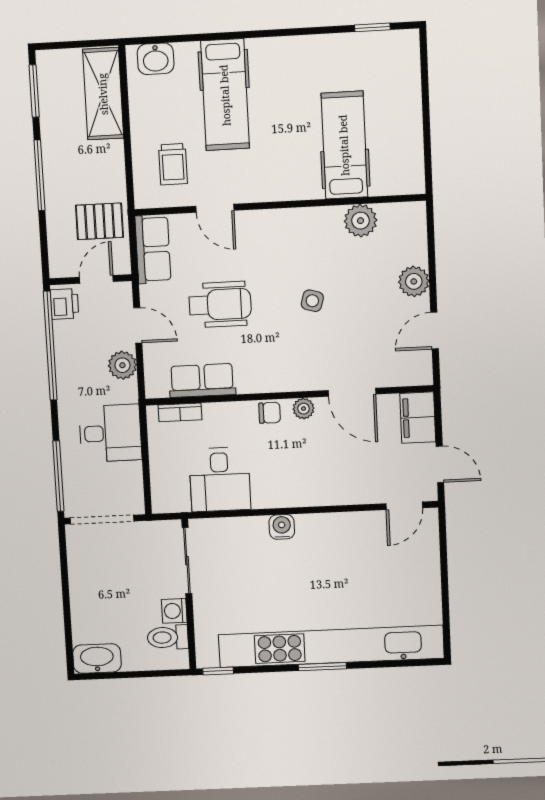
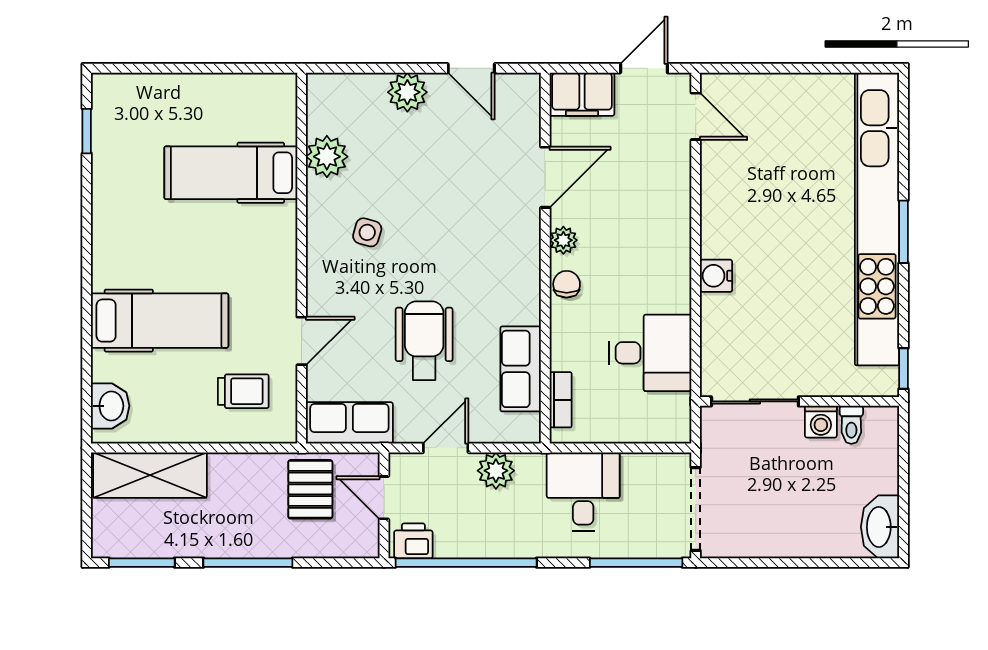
side table: (312, 301) -> (367, 232), moved
toilet: (168, 637) -> (851, 425), width x0.73, depth x0.72

